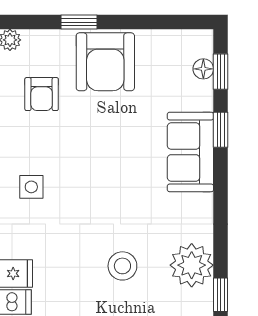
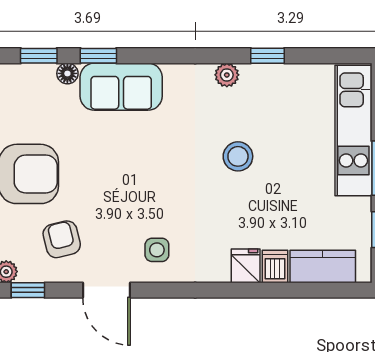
floor lamp: (203, 69) -> (67, 73), moved
armchair: (42, 94) -> (62, 239), turned -104
plant: (192, 265) -> (227, 75), width x0.53, depth x0.53

